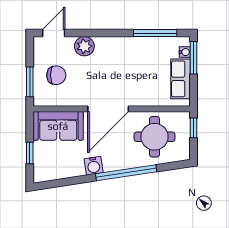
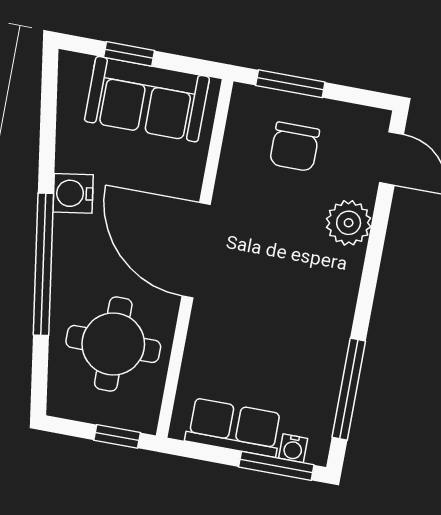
sofa: (58, 126) -> (147, 99), moved, turned -90

